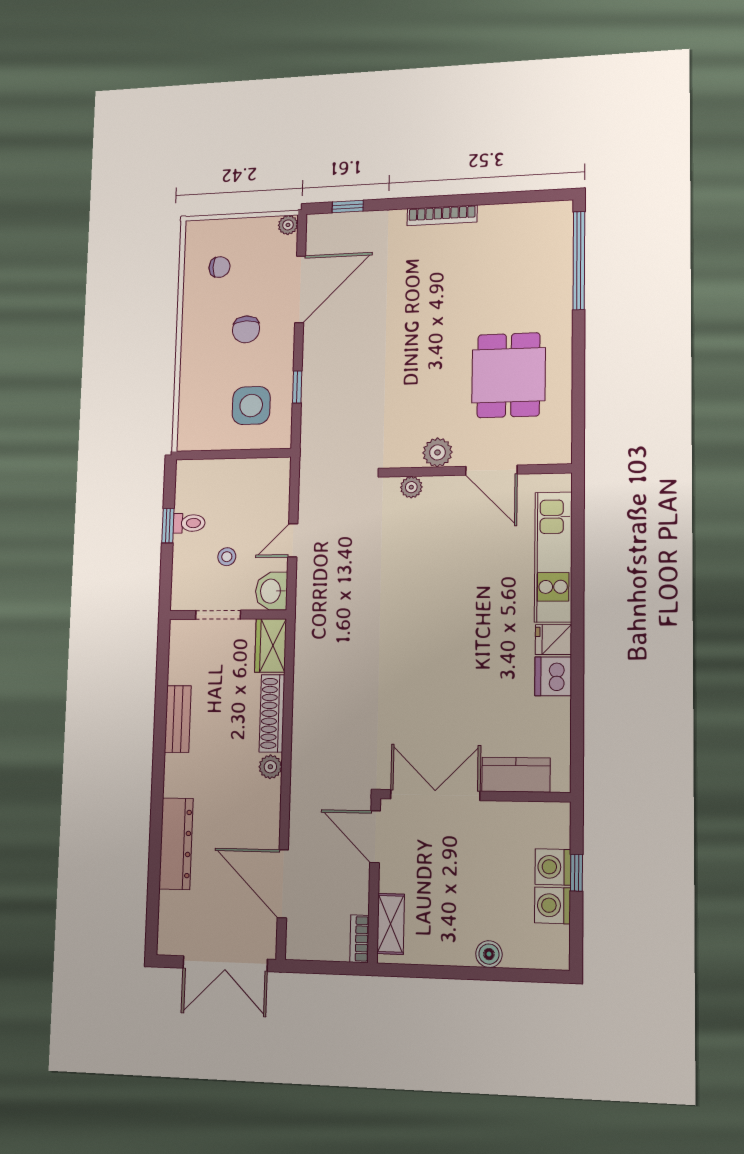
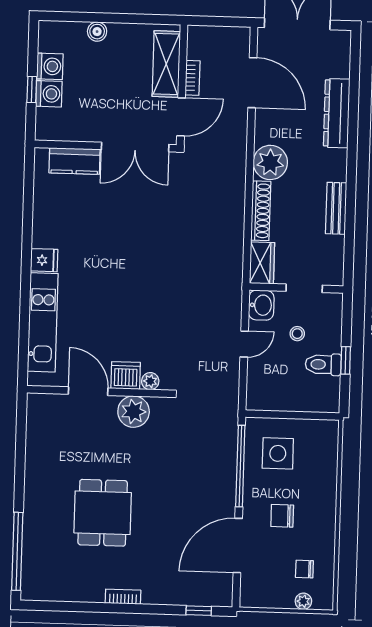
bookcase: (442, 215) -> (123, 597), width x0.64
plant: (288, 225) -> (303, 601), moved
chair: (246, 329) -> (282, 516), turned -90
dining table: (509, 375) -> (103, 513), moved
window: (297, 387) -> (240, 466), width x3.17
plant: (437, 452) -> (134, 412), width x1.36, depth x1.36
toilet: (189, 523) -> (323, 364), width x1.37, depth x1.39
dishwasher: (553, 676) -> (126, 376), moved, turned -90
plant: (270, 767) -> (270, 162), width x1.88, depth x1.88
door: (375, 837) -> (181, 117), hinge flipped
shelving: (391, 924) -> (166, 64), width x1.50, depth x1.33
bookcase: (359, 939) -> (193, 78), moved

